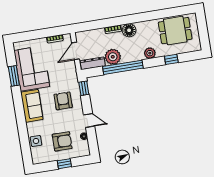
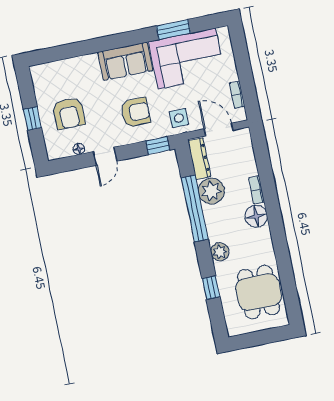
side table: (36, 141) -> (179, 118), moved

